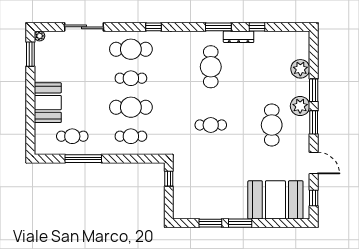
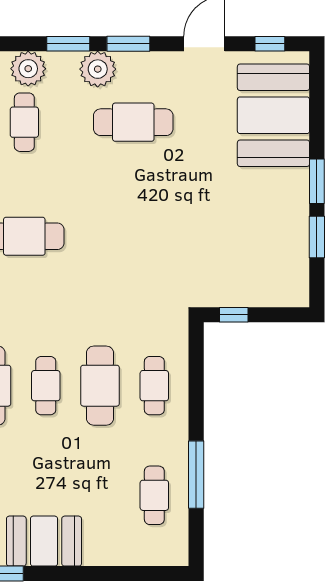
booth: (48, 103) -> (44, 541), moved
cafe table: (211, 125) -> (24, 122), moved

